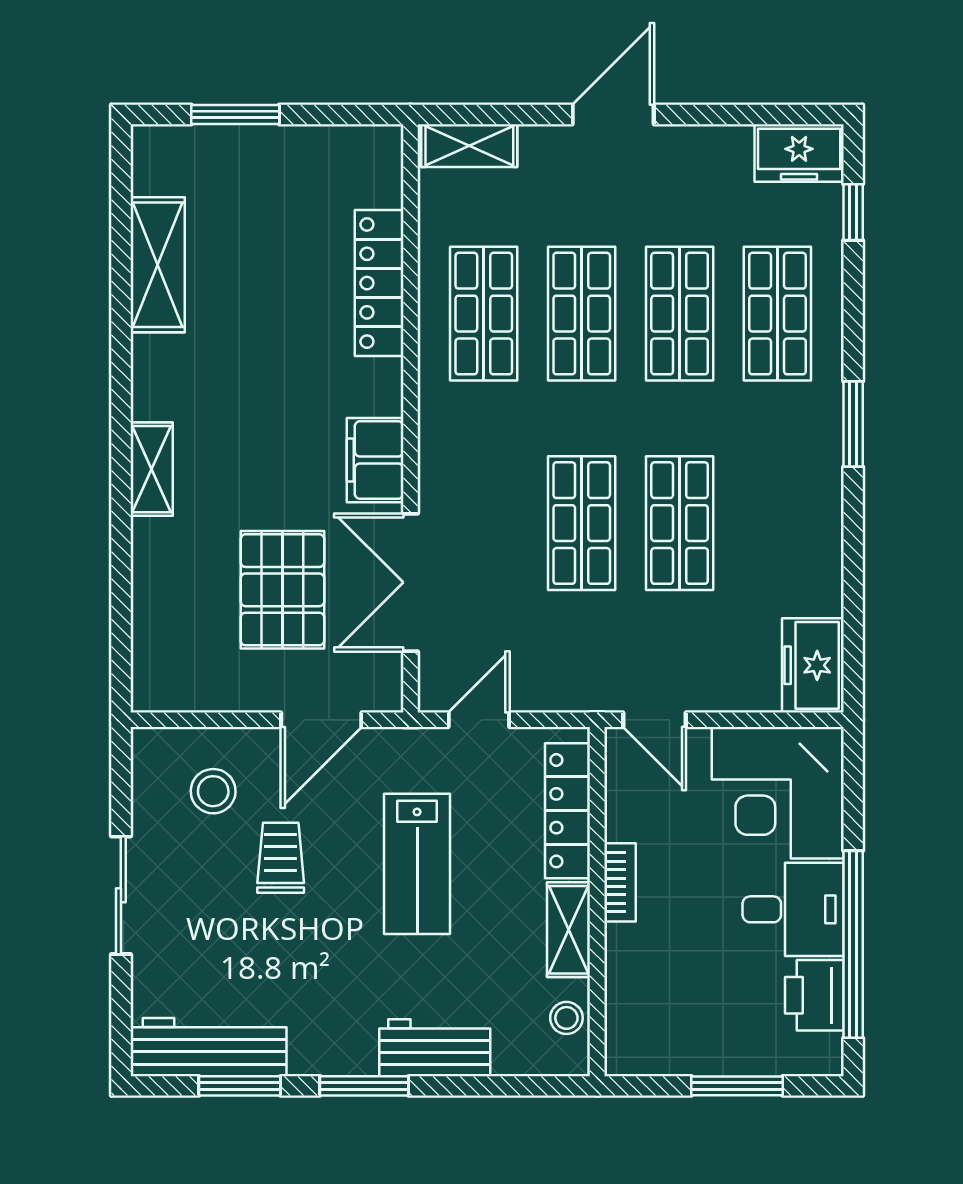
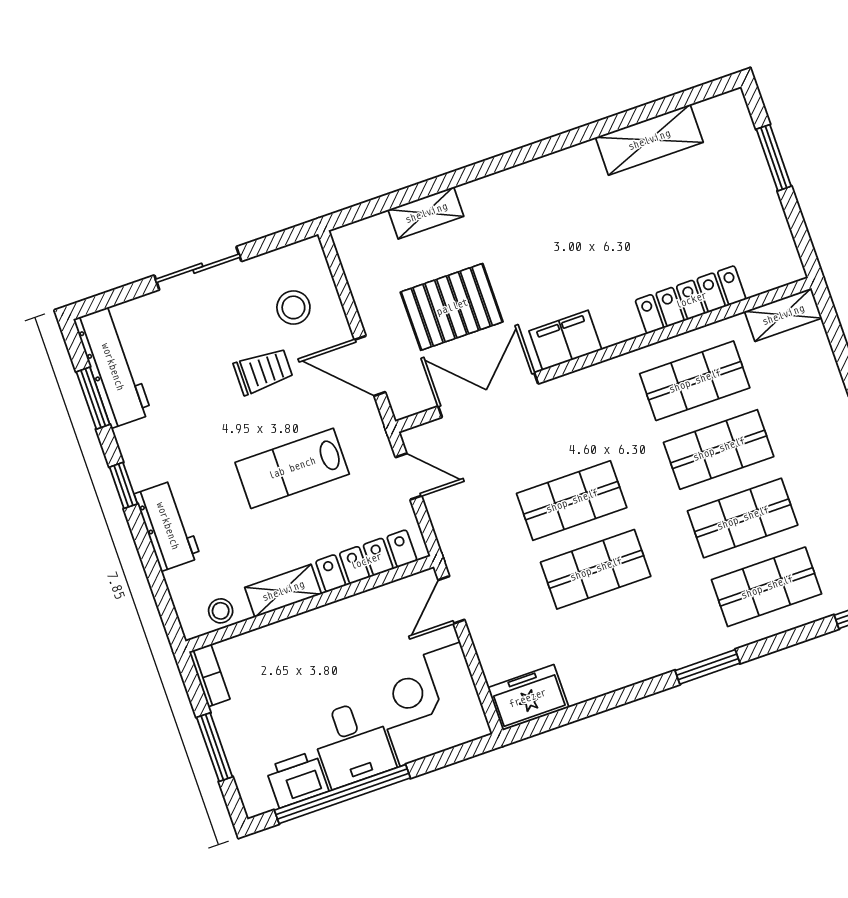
shelving: (469, 146) -> (783, 315), moved, turned 90
shelving: (152, 469) -> (426, 213), moved
bookcase: (620, 882) -> (209, 675), moved, turned -90
window: (364, 1086) -> (123, 485), width x0.67

